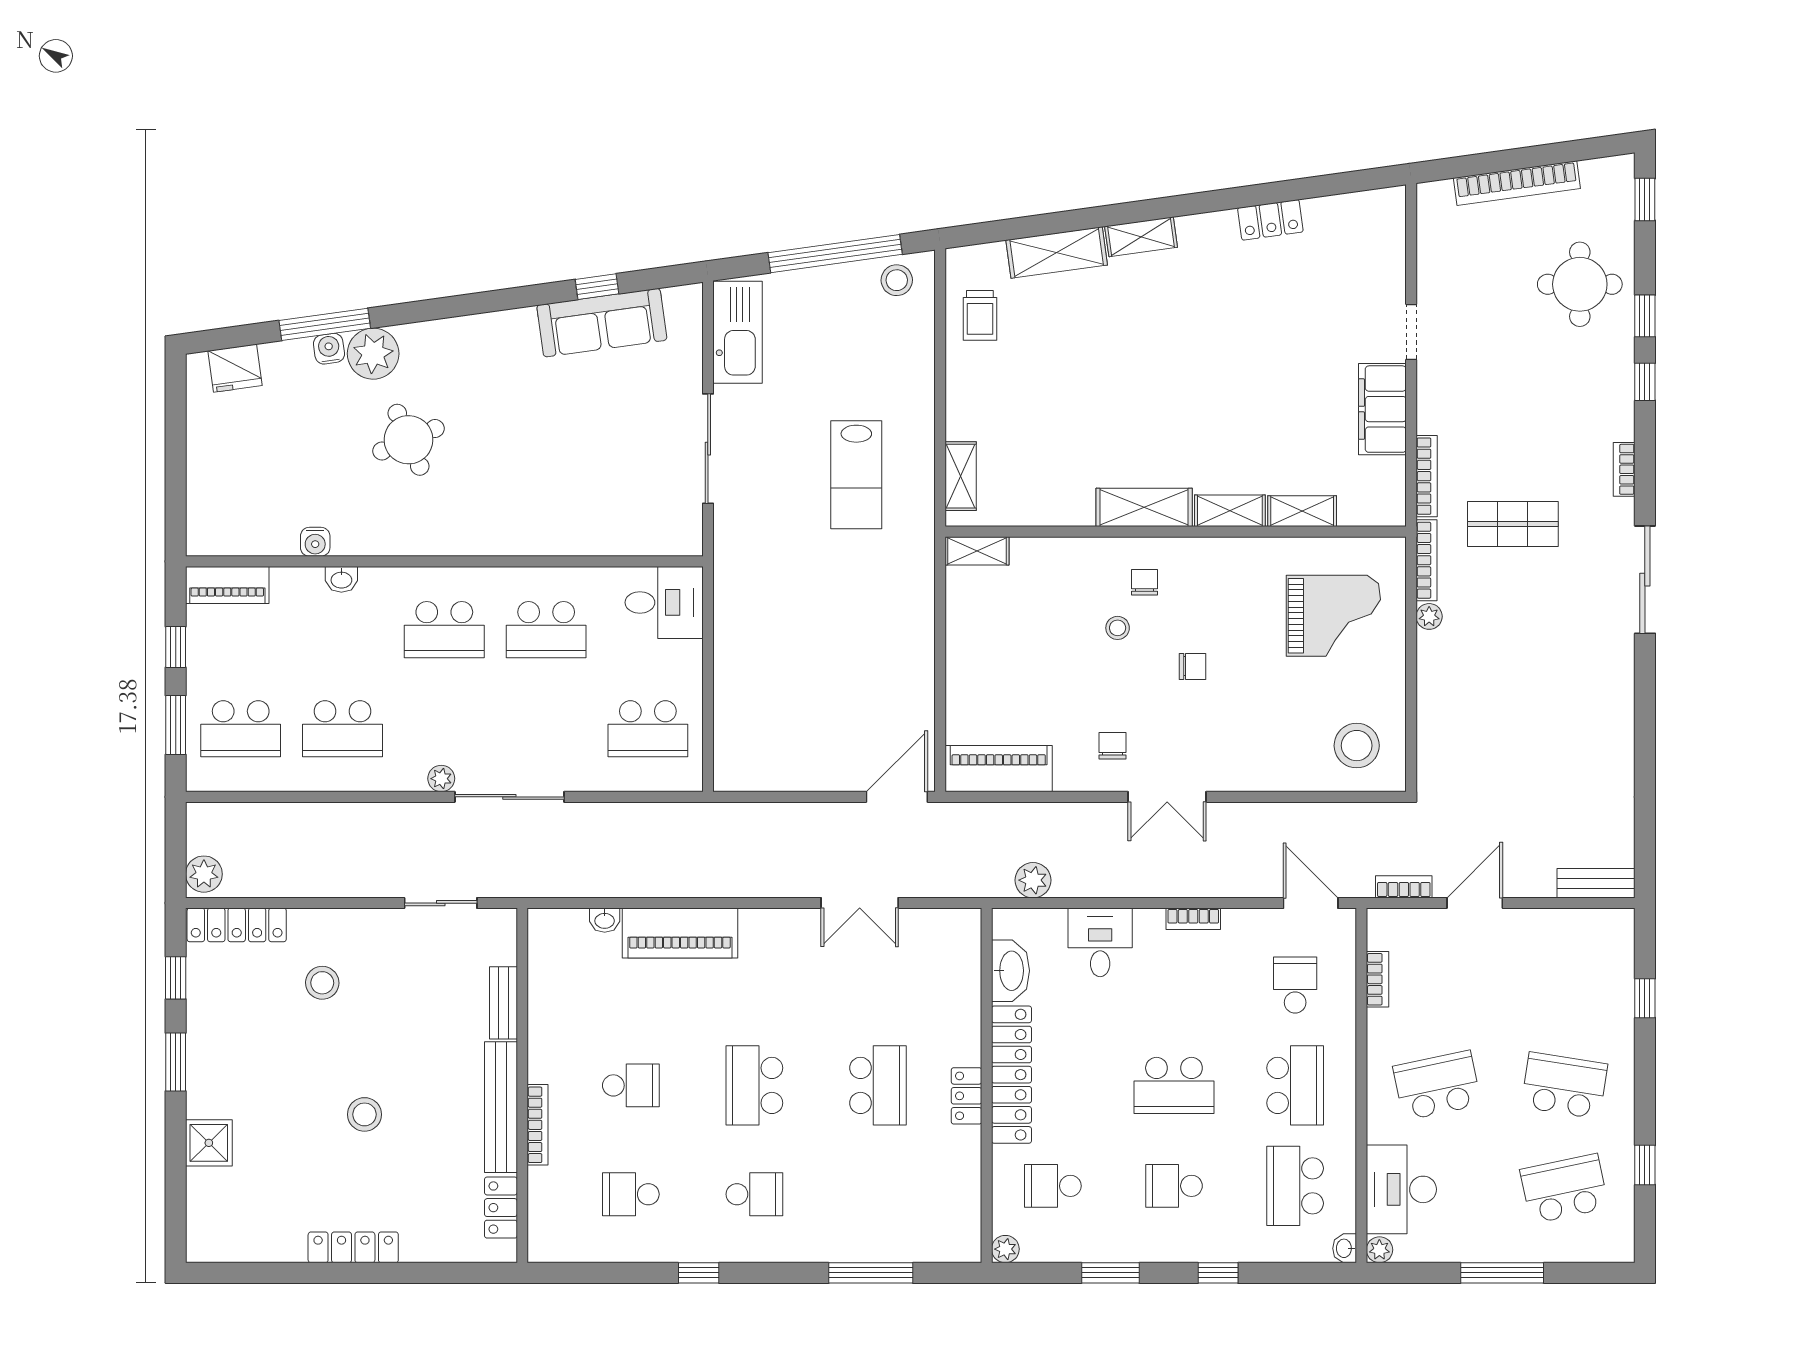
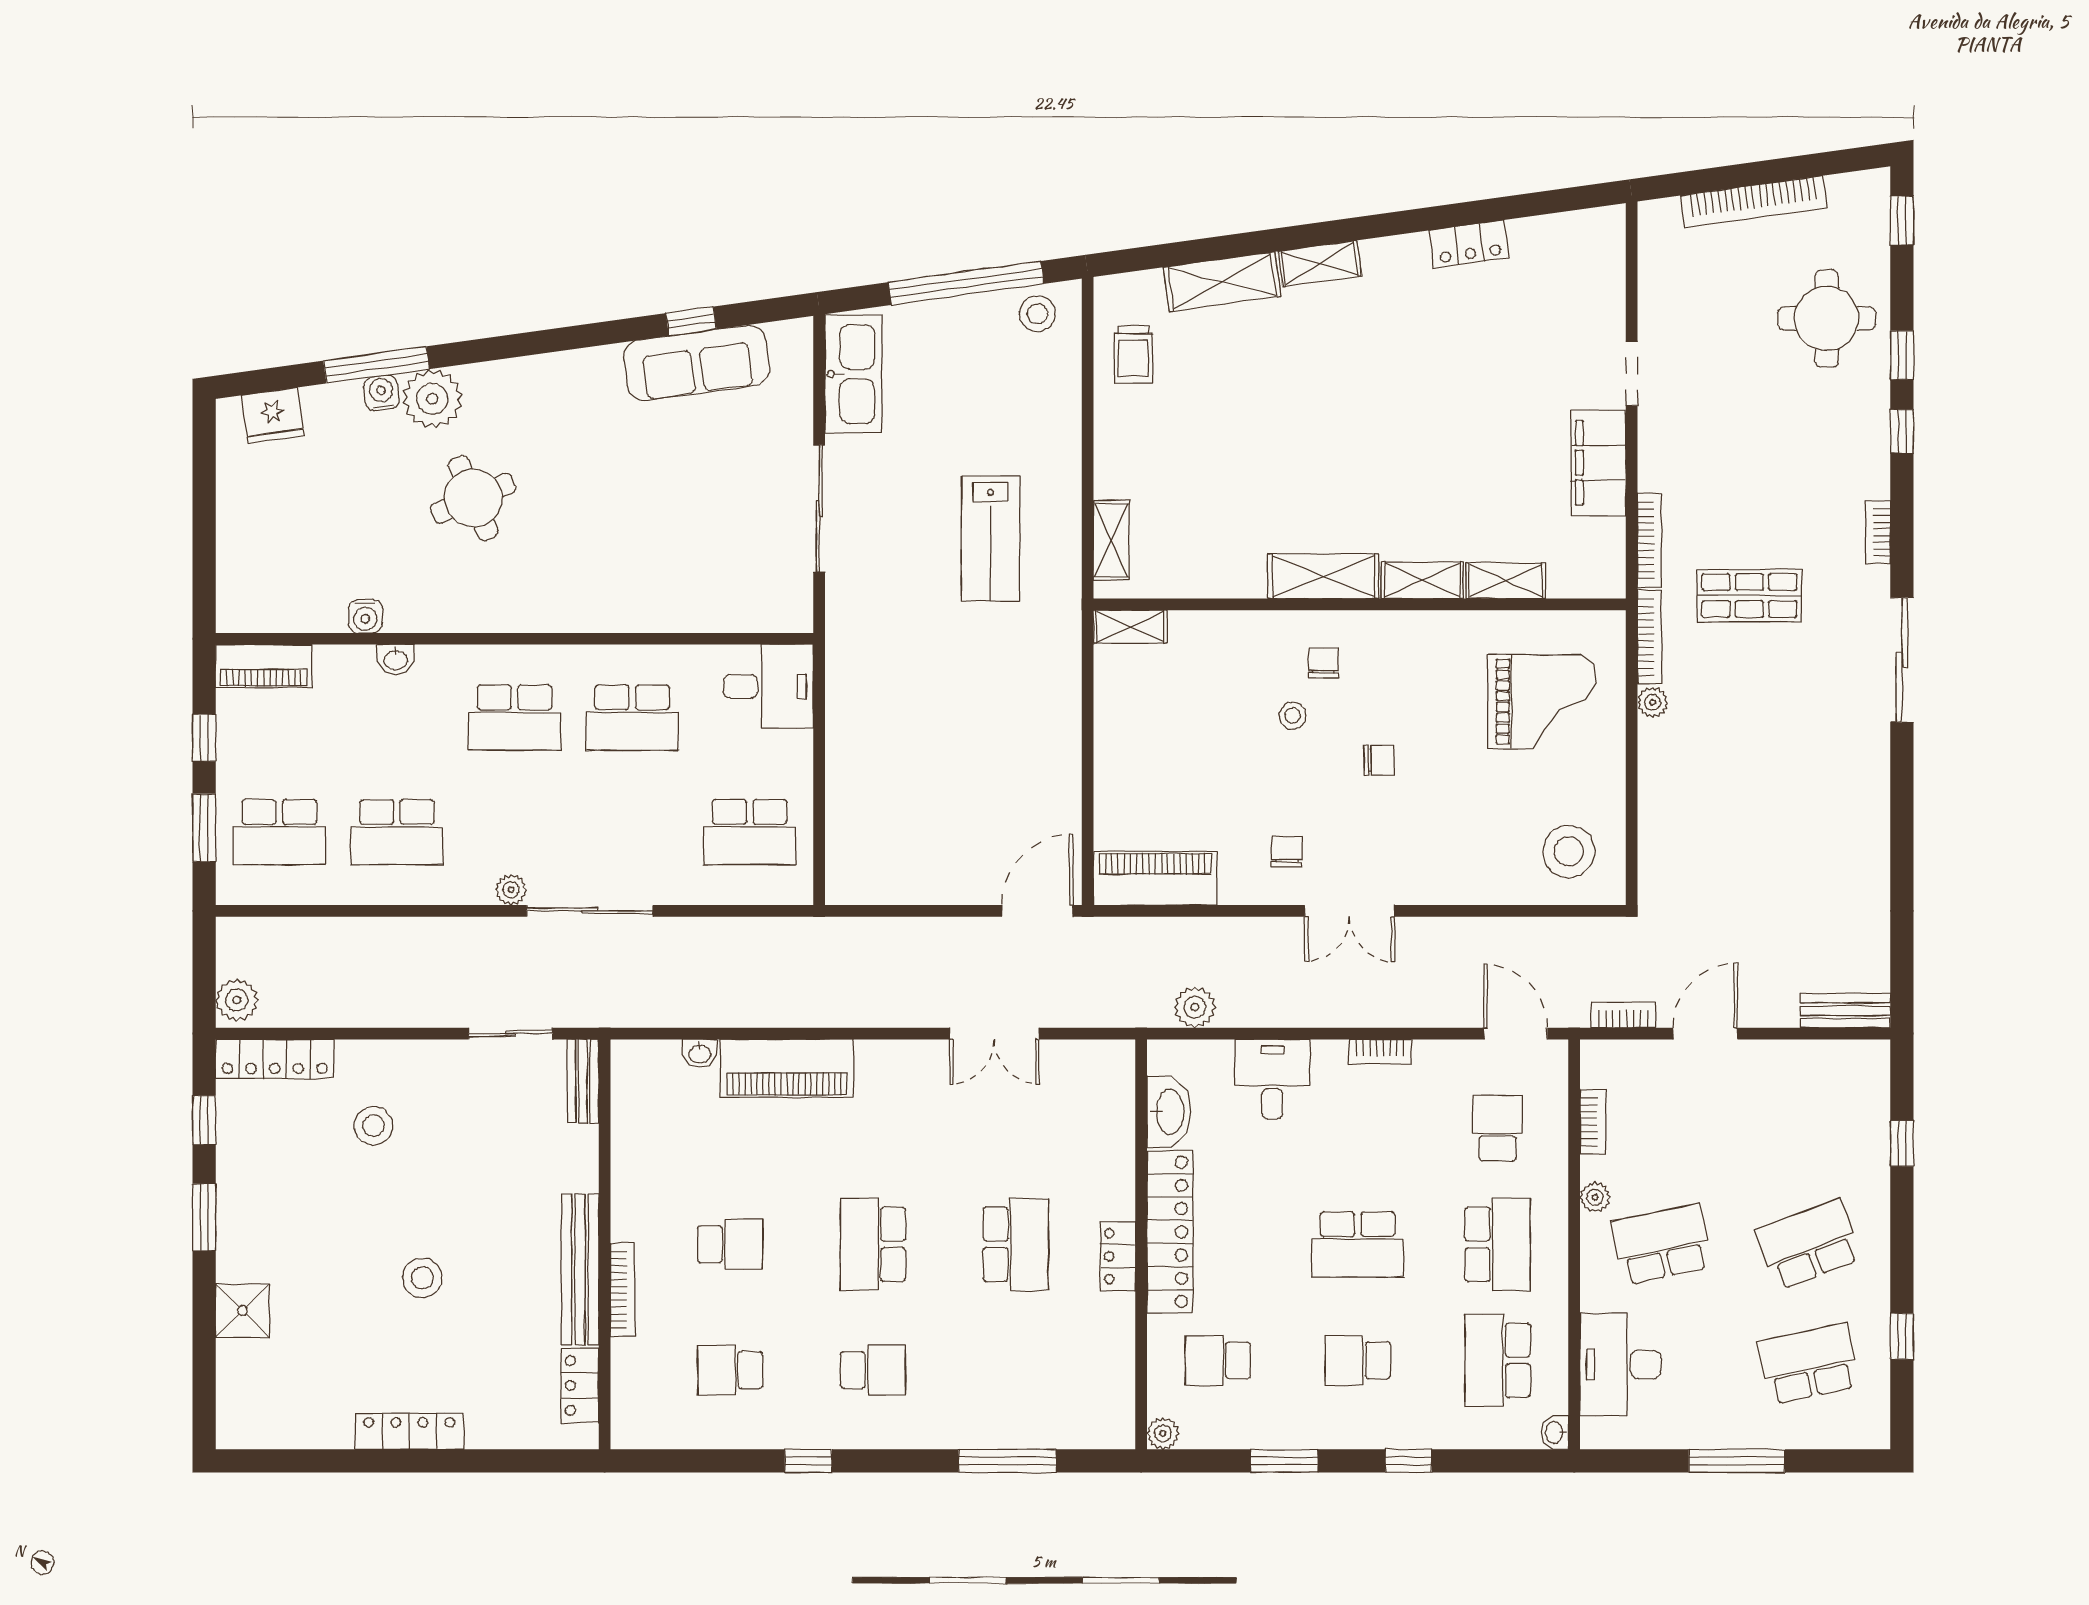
bench: (503, 1003) -> (583, 1081), moved
school desk: (1564, 1085) -> (1809, 1244), turned -30
plant: (1379, 1250) -> (1595, 1197), moved

